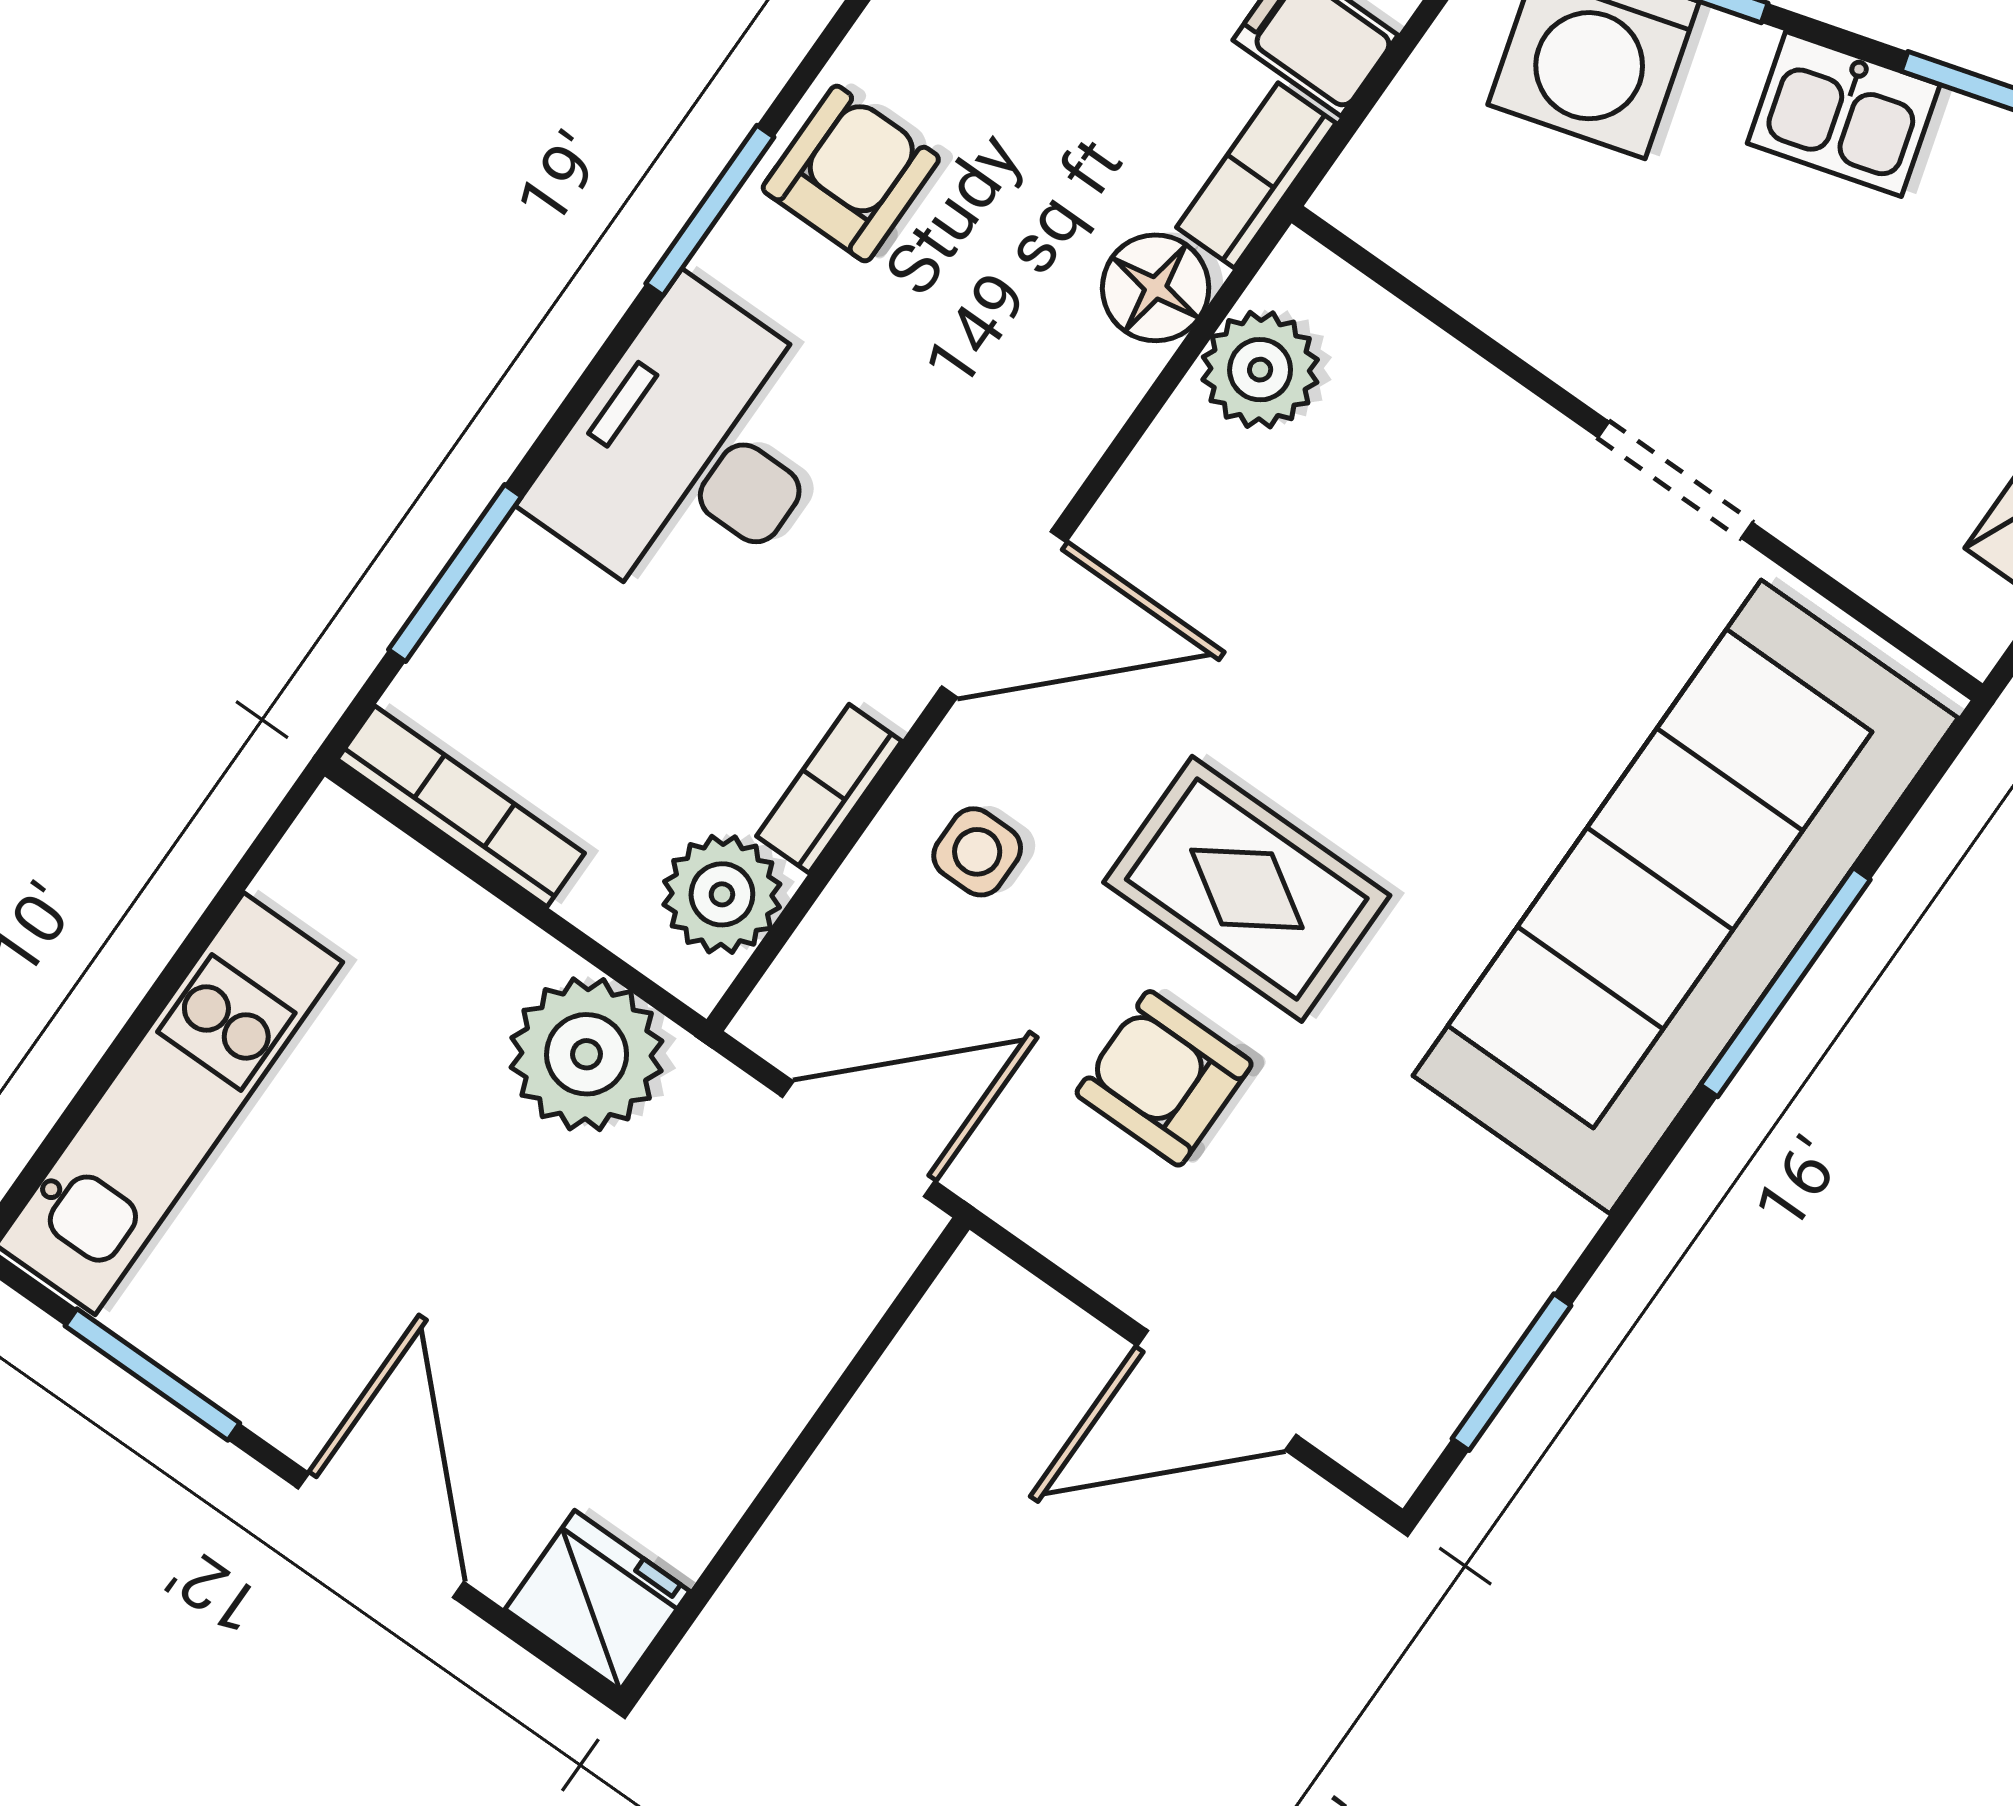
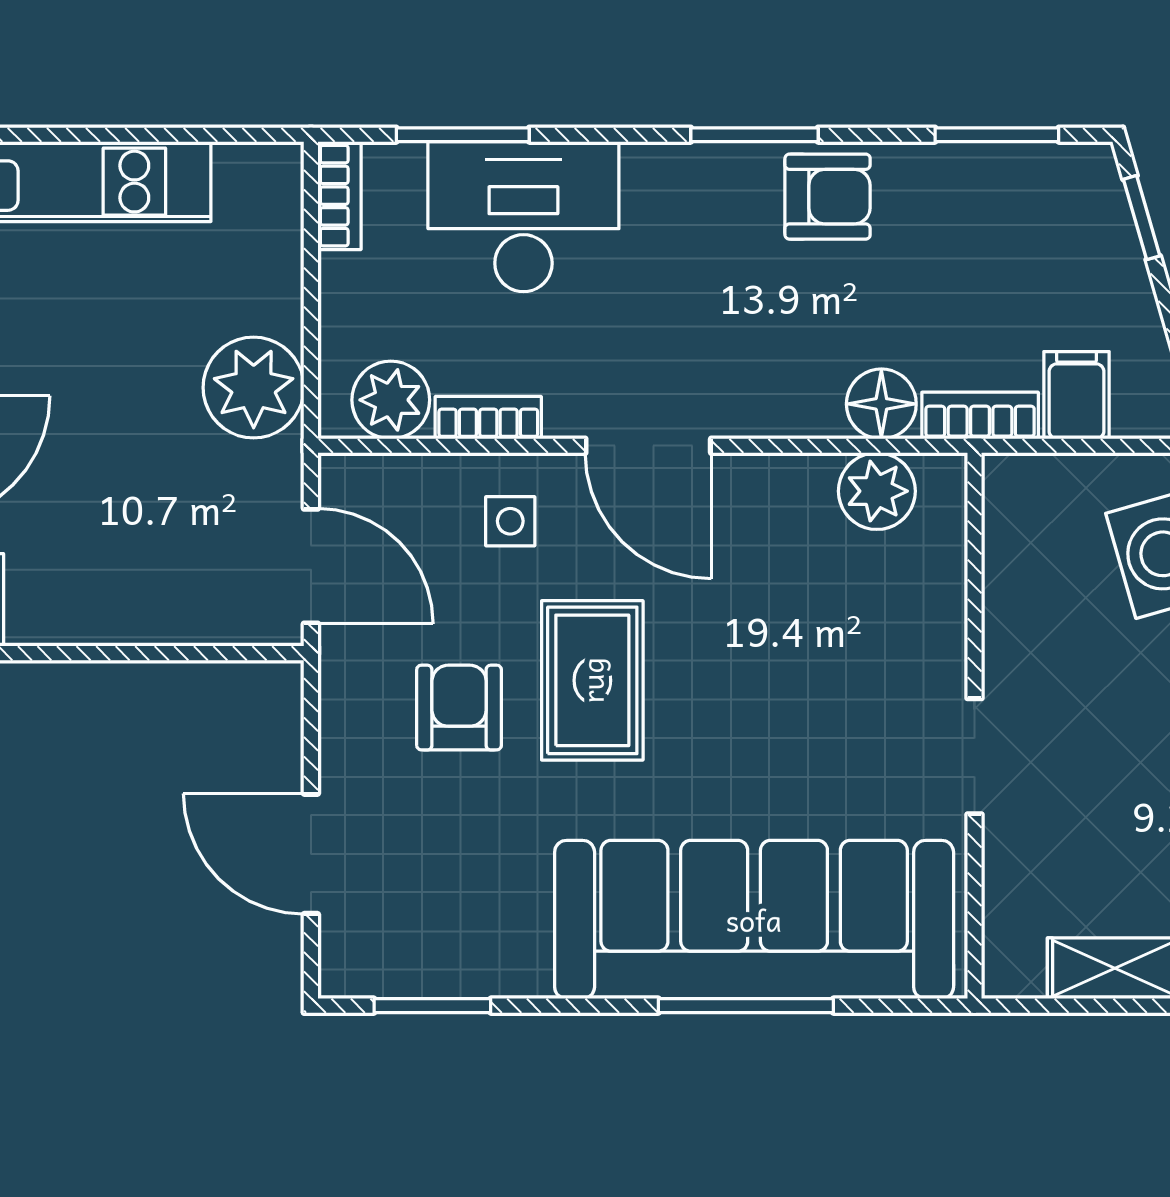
desk: (692, 453) -> (523, 217), moved
bookcase: (461, 806) -> (339, 196), width x0.64

